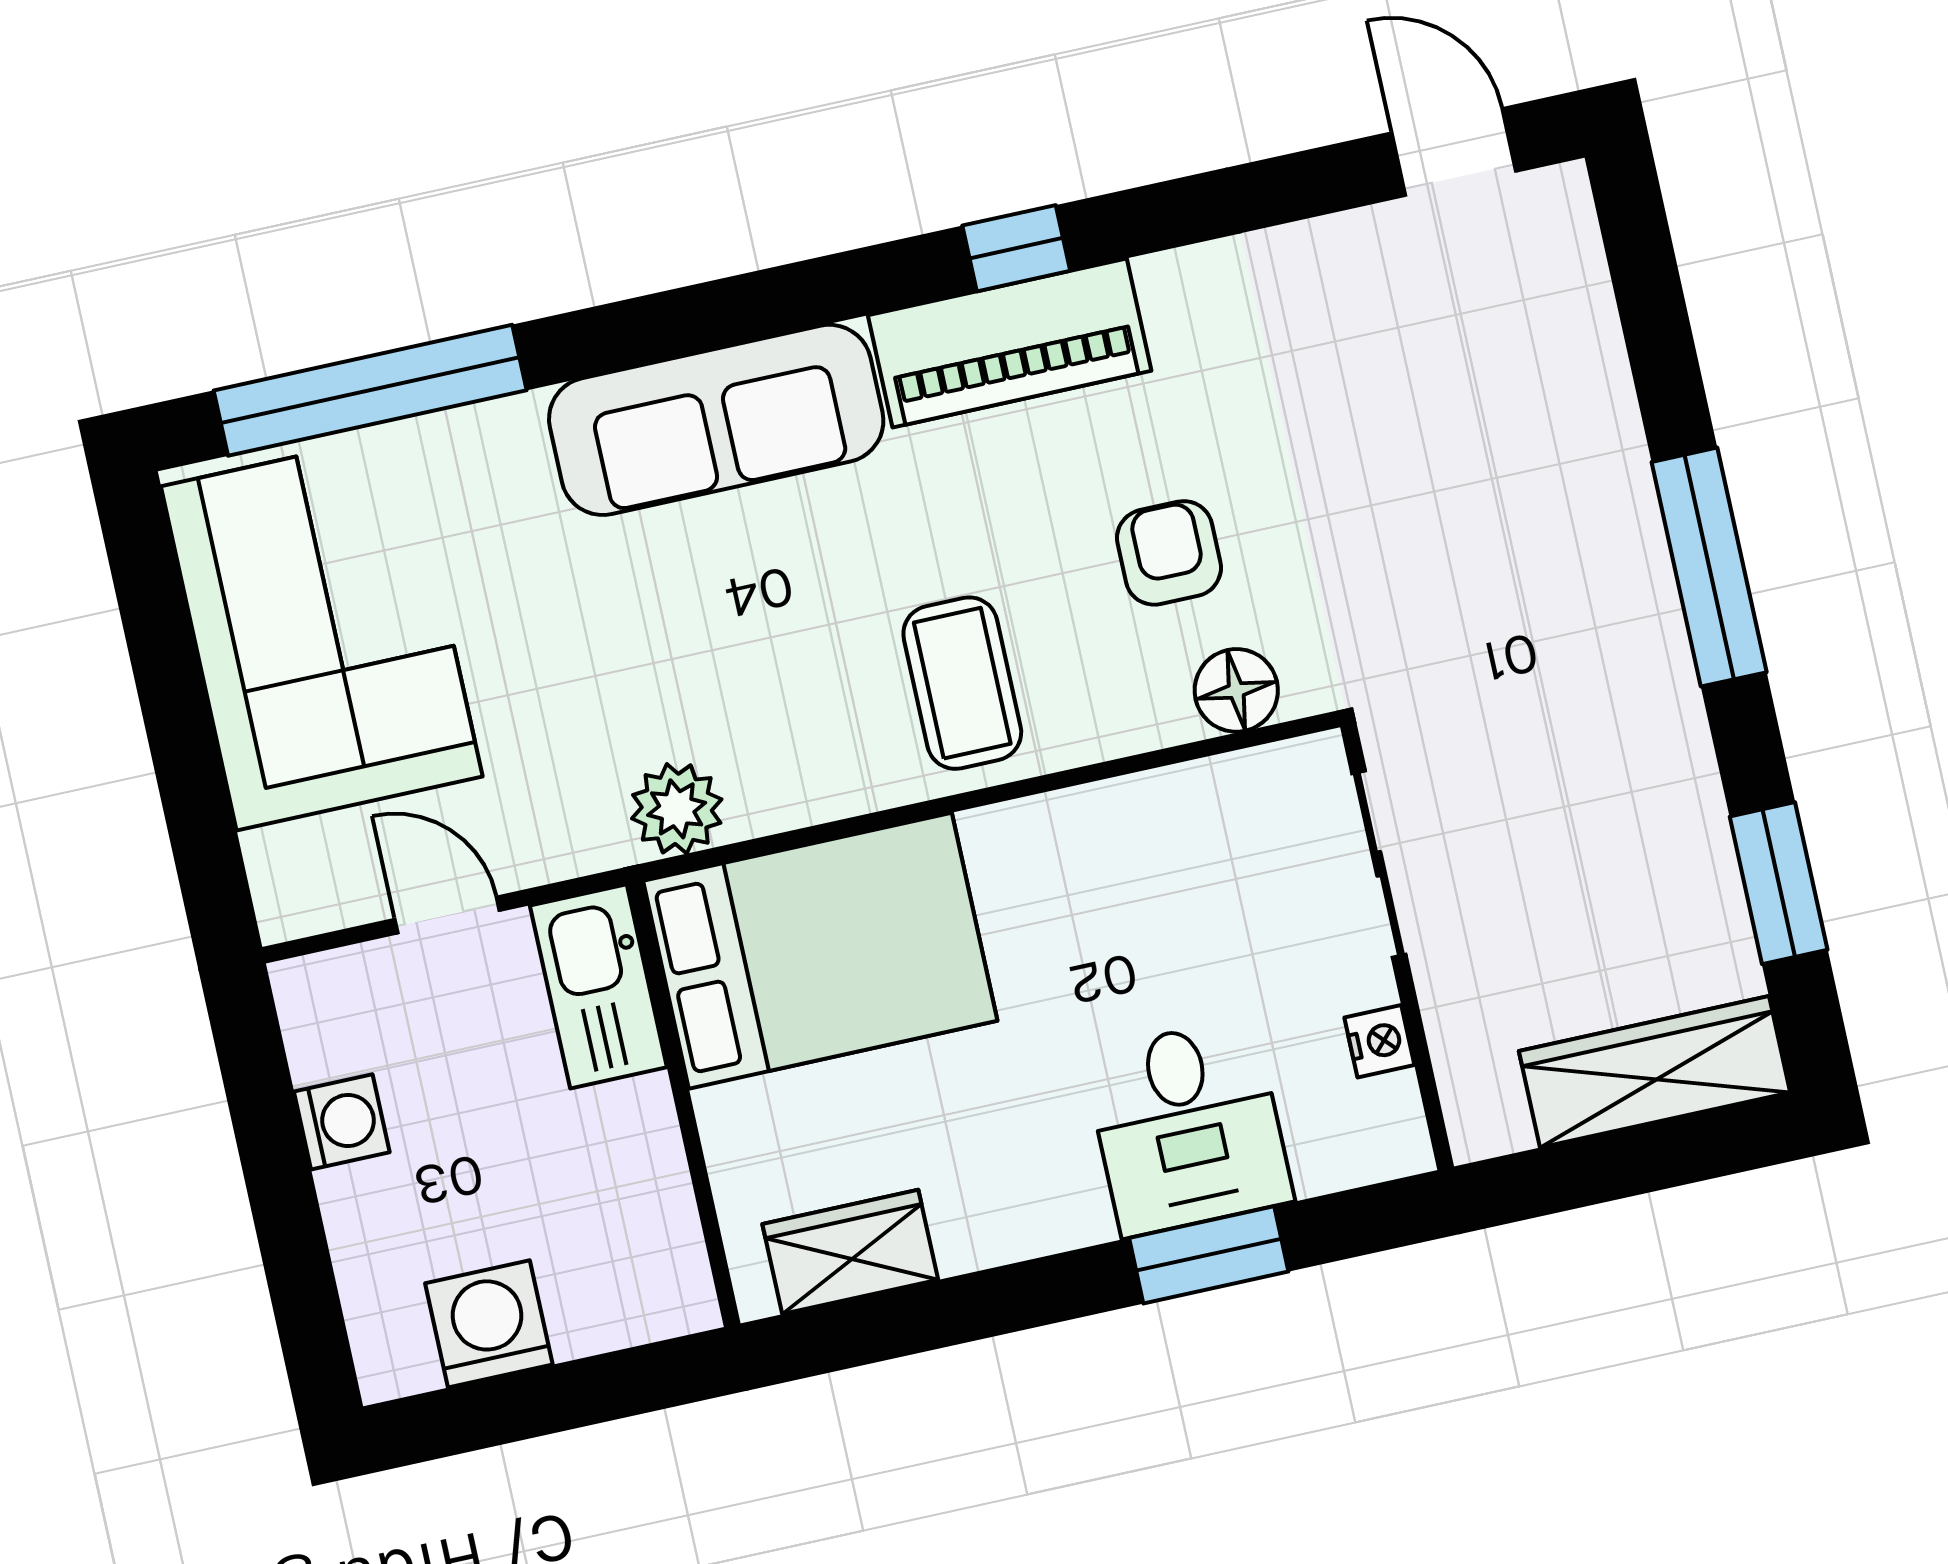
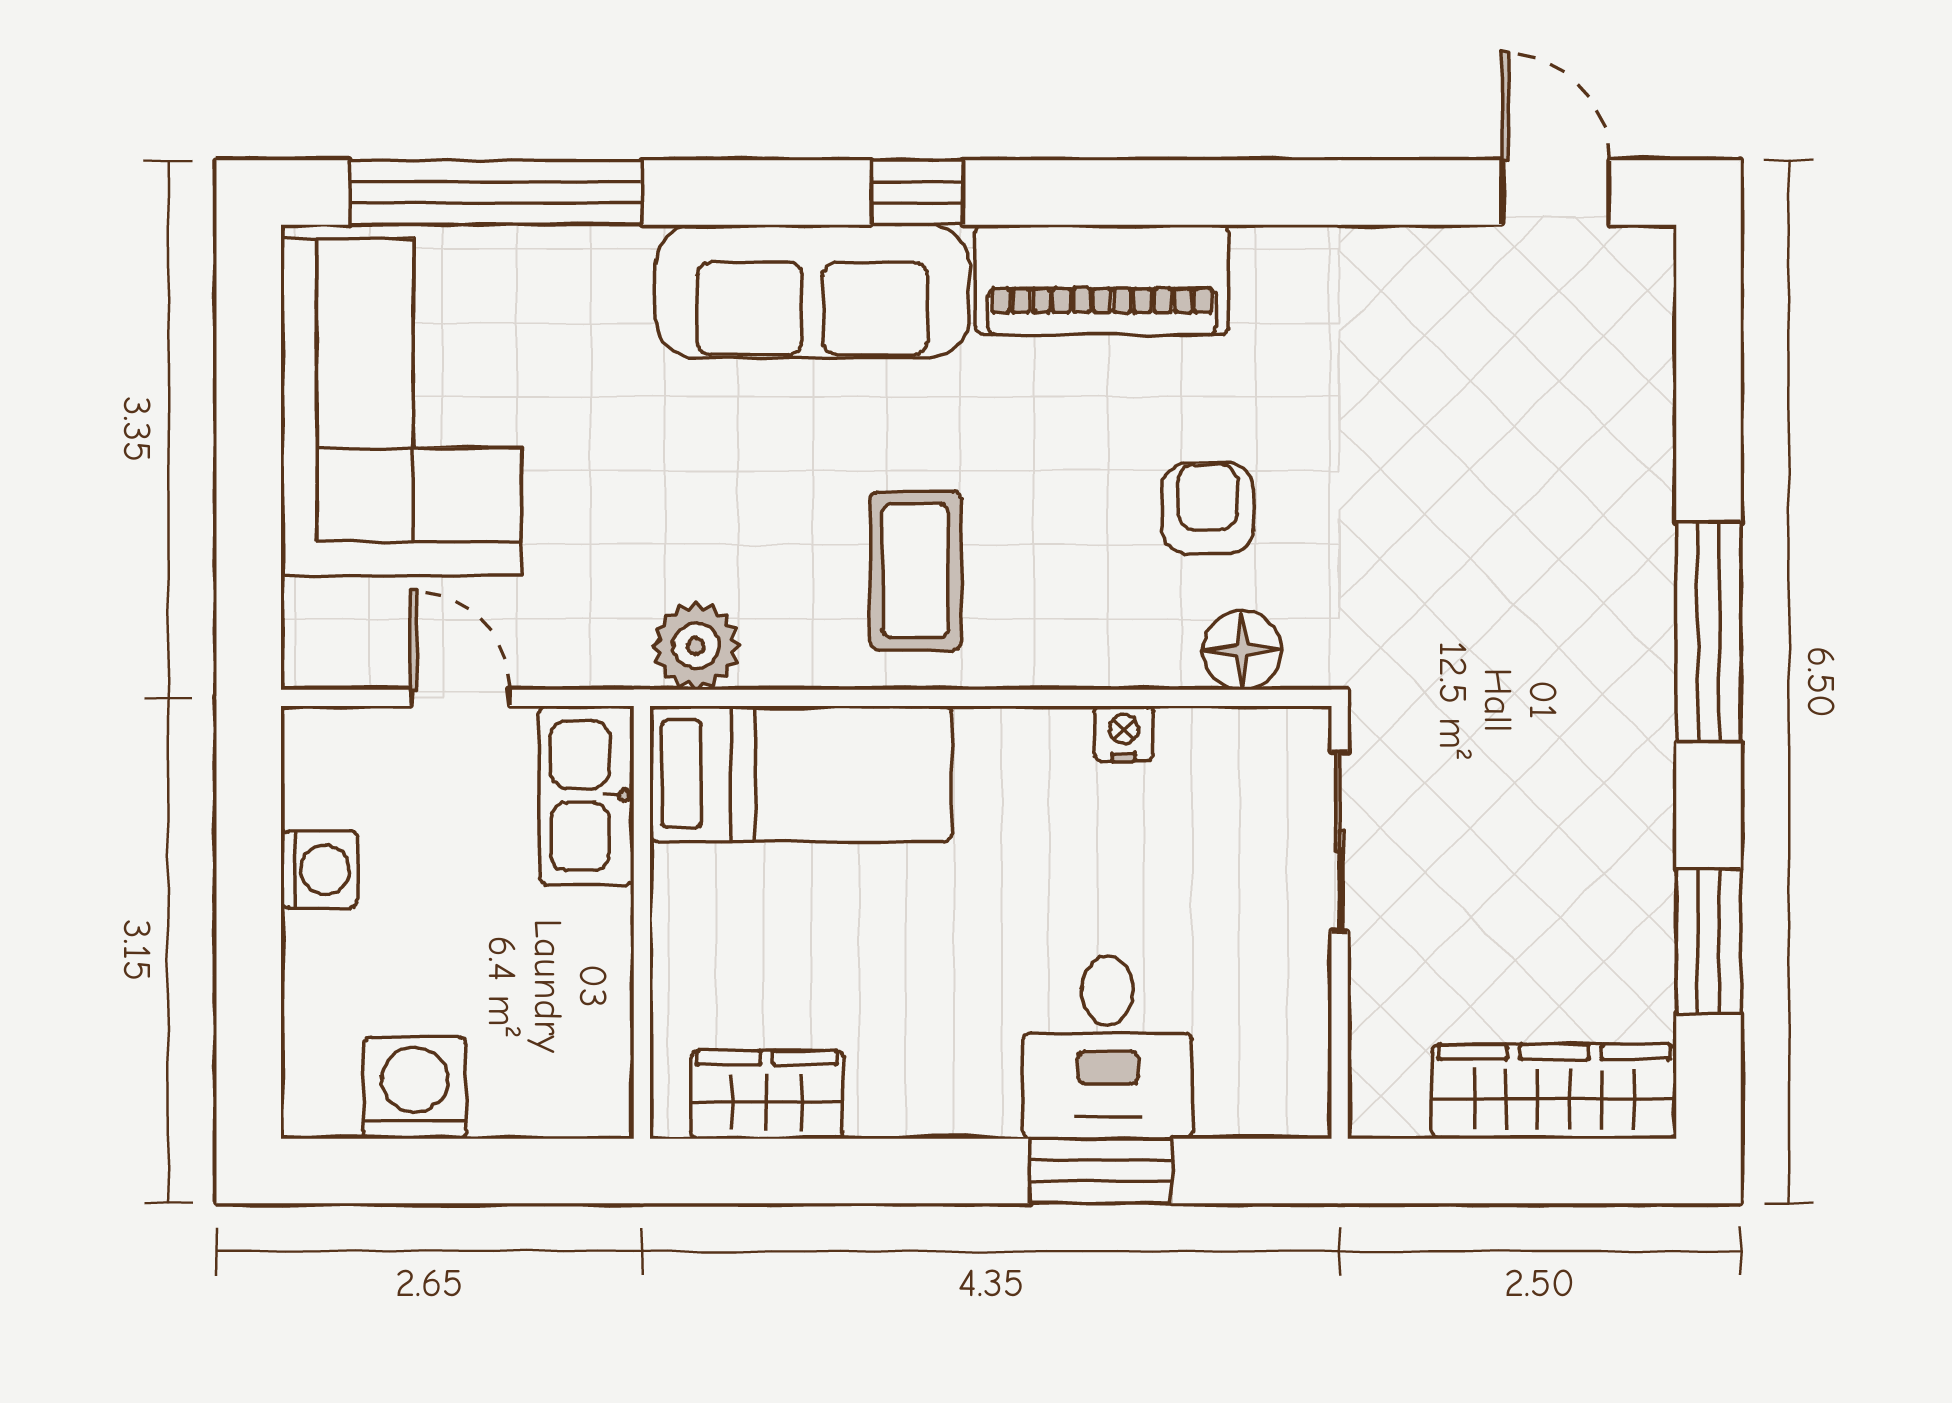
window: (1016, 248) -> (917, 193), moved
coffee table: (962, 683) -> (916, 571), moved
bed: (820, 951) -> (801, 774), width x0.67
nightstand: (1379, 1041) -> (1124, 734), moved, turned -90

